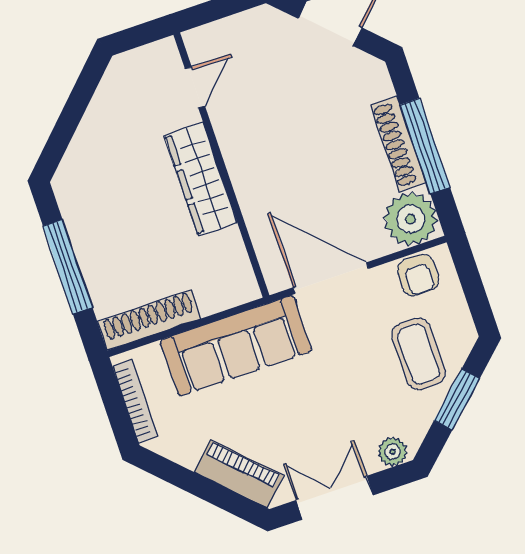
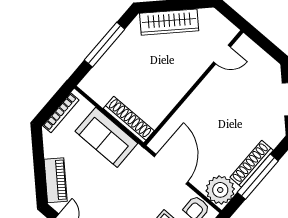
wardrobe: (201, 179) -> (169, 22), moved, turned -135
shoe rack: (150, 320) -> (129, 120), moved
sofa: (236, 346) -> (106, 137), width x0.73

